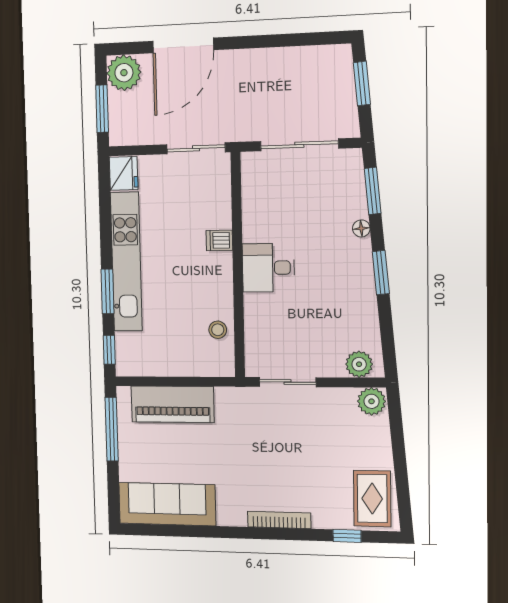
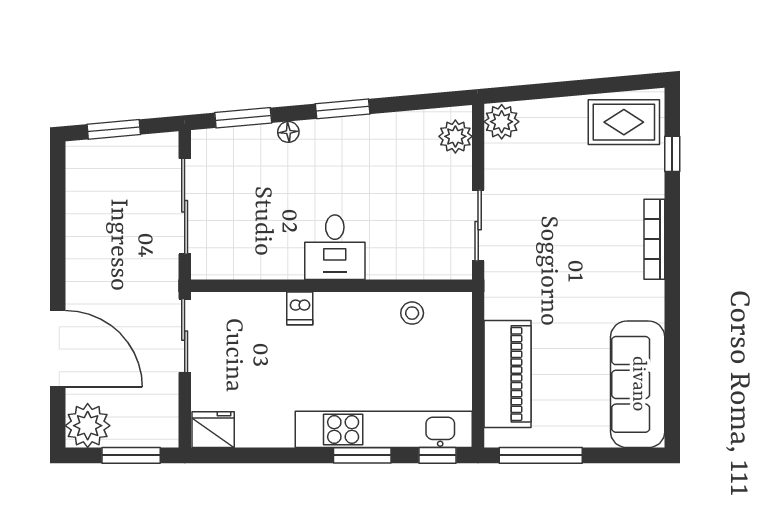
kitchen unit: (126, 262) -> (384, 429), moved

